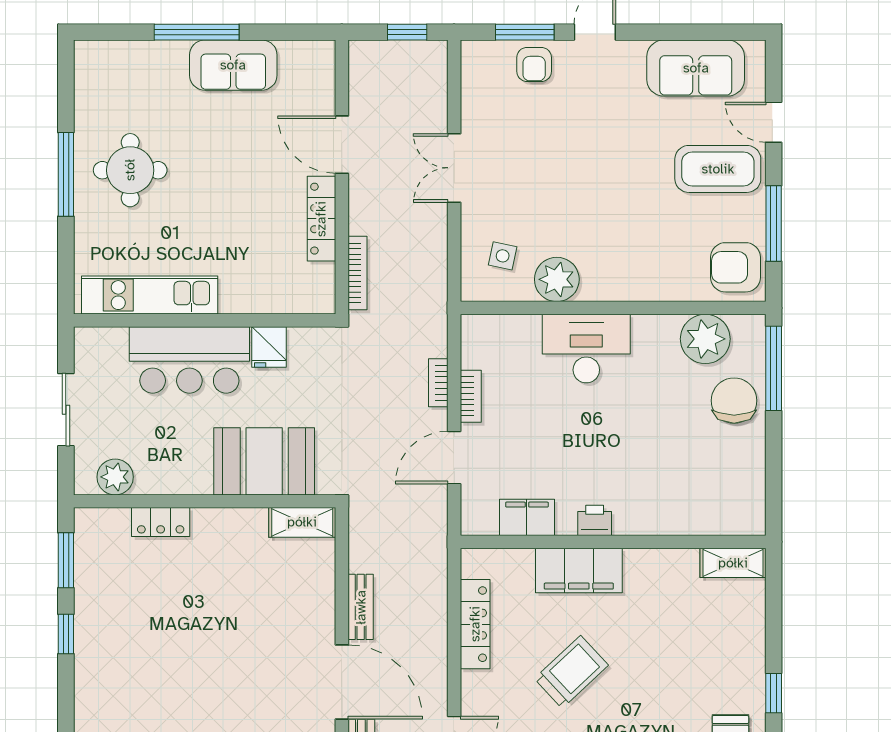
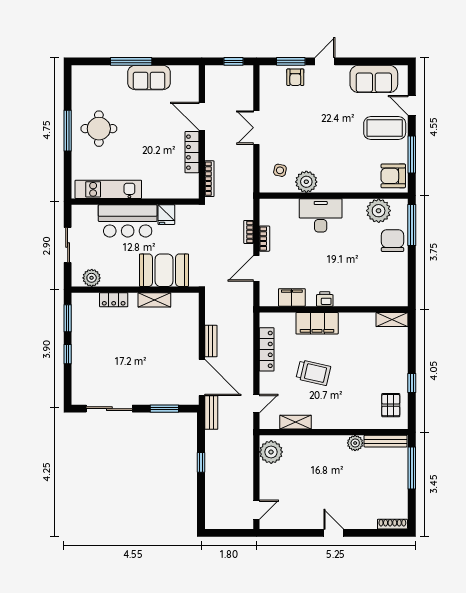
shelving: (302, 522) -> (154, 300), moved
trolley: (571, 672) -> (313, 373), turned 56

